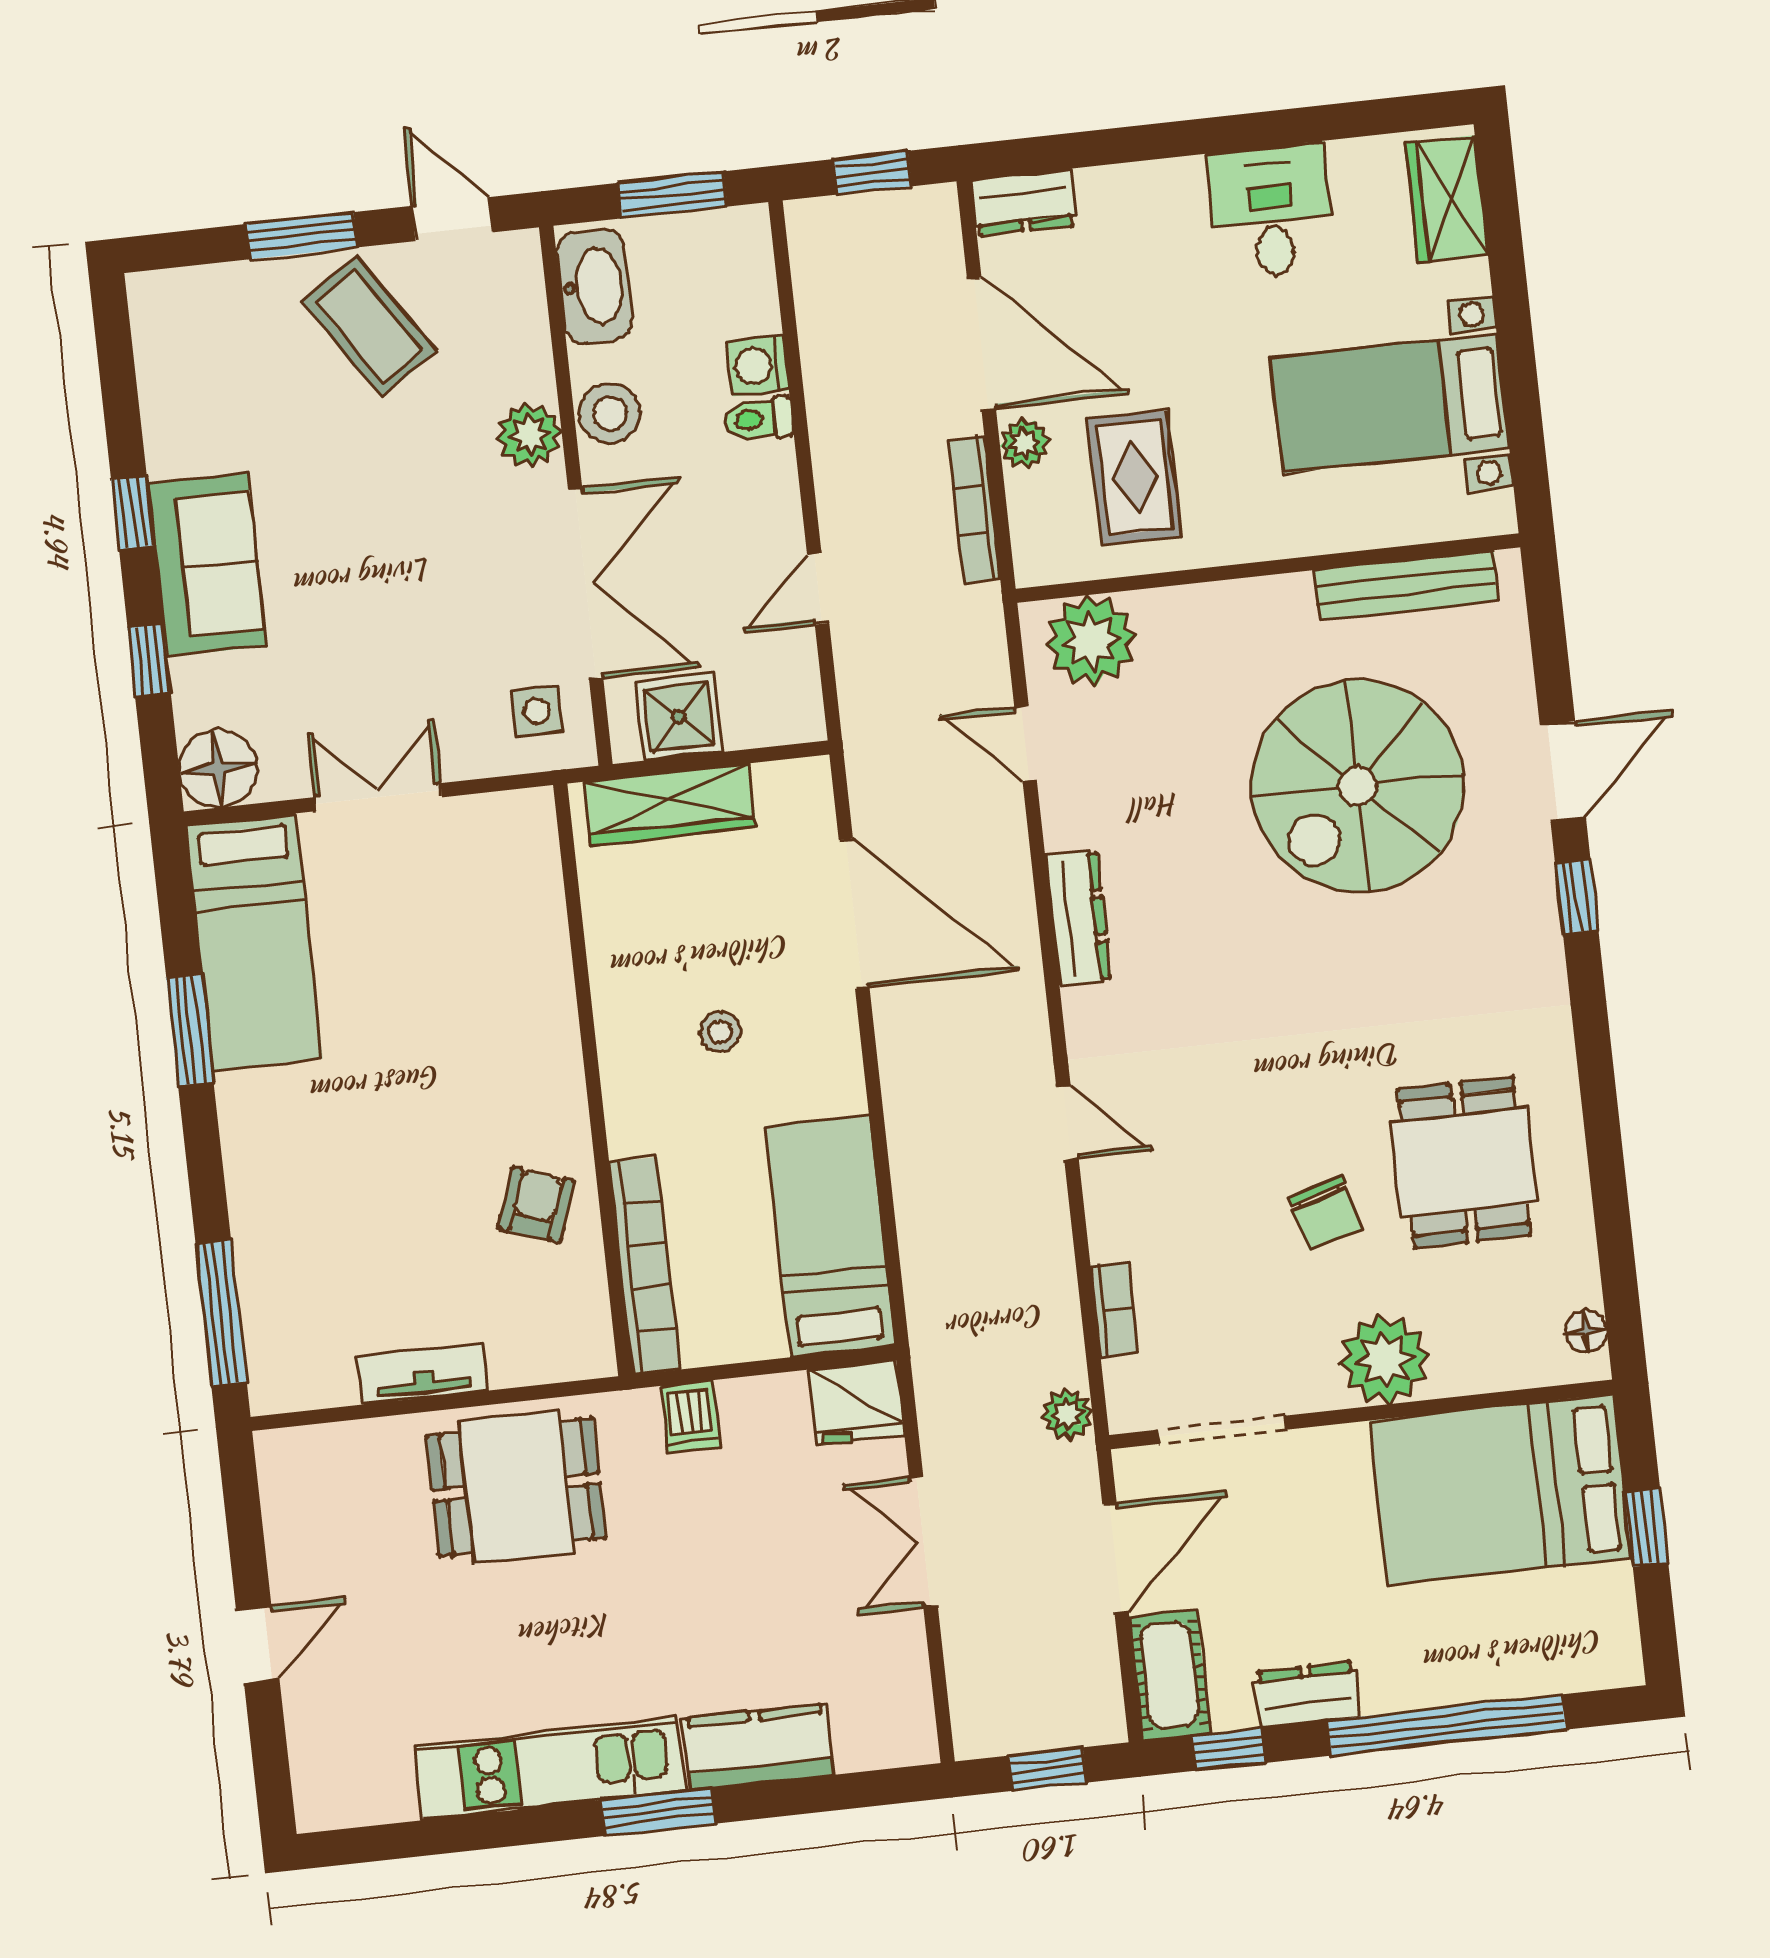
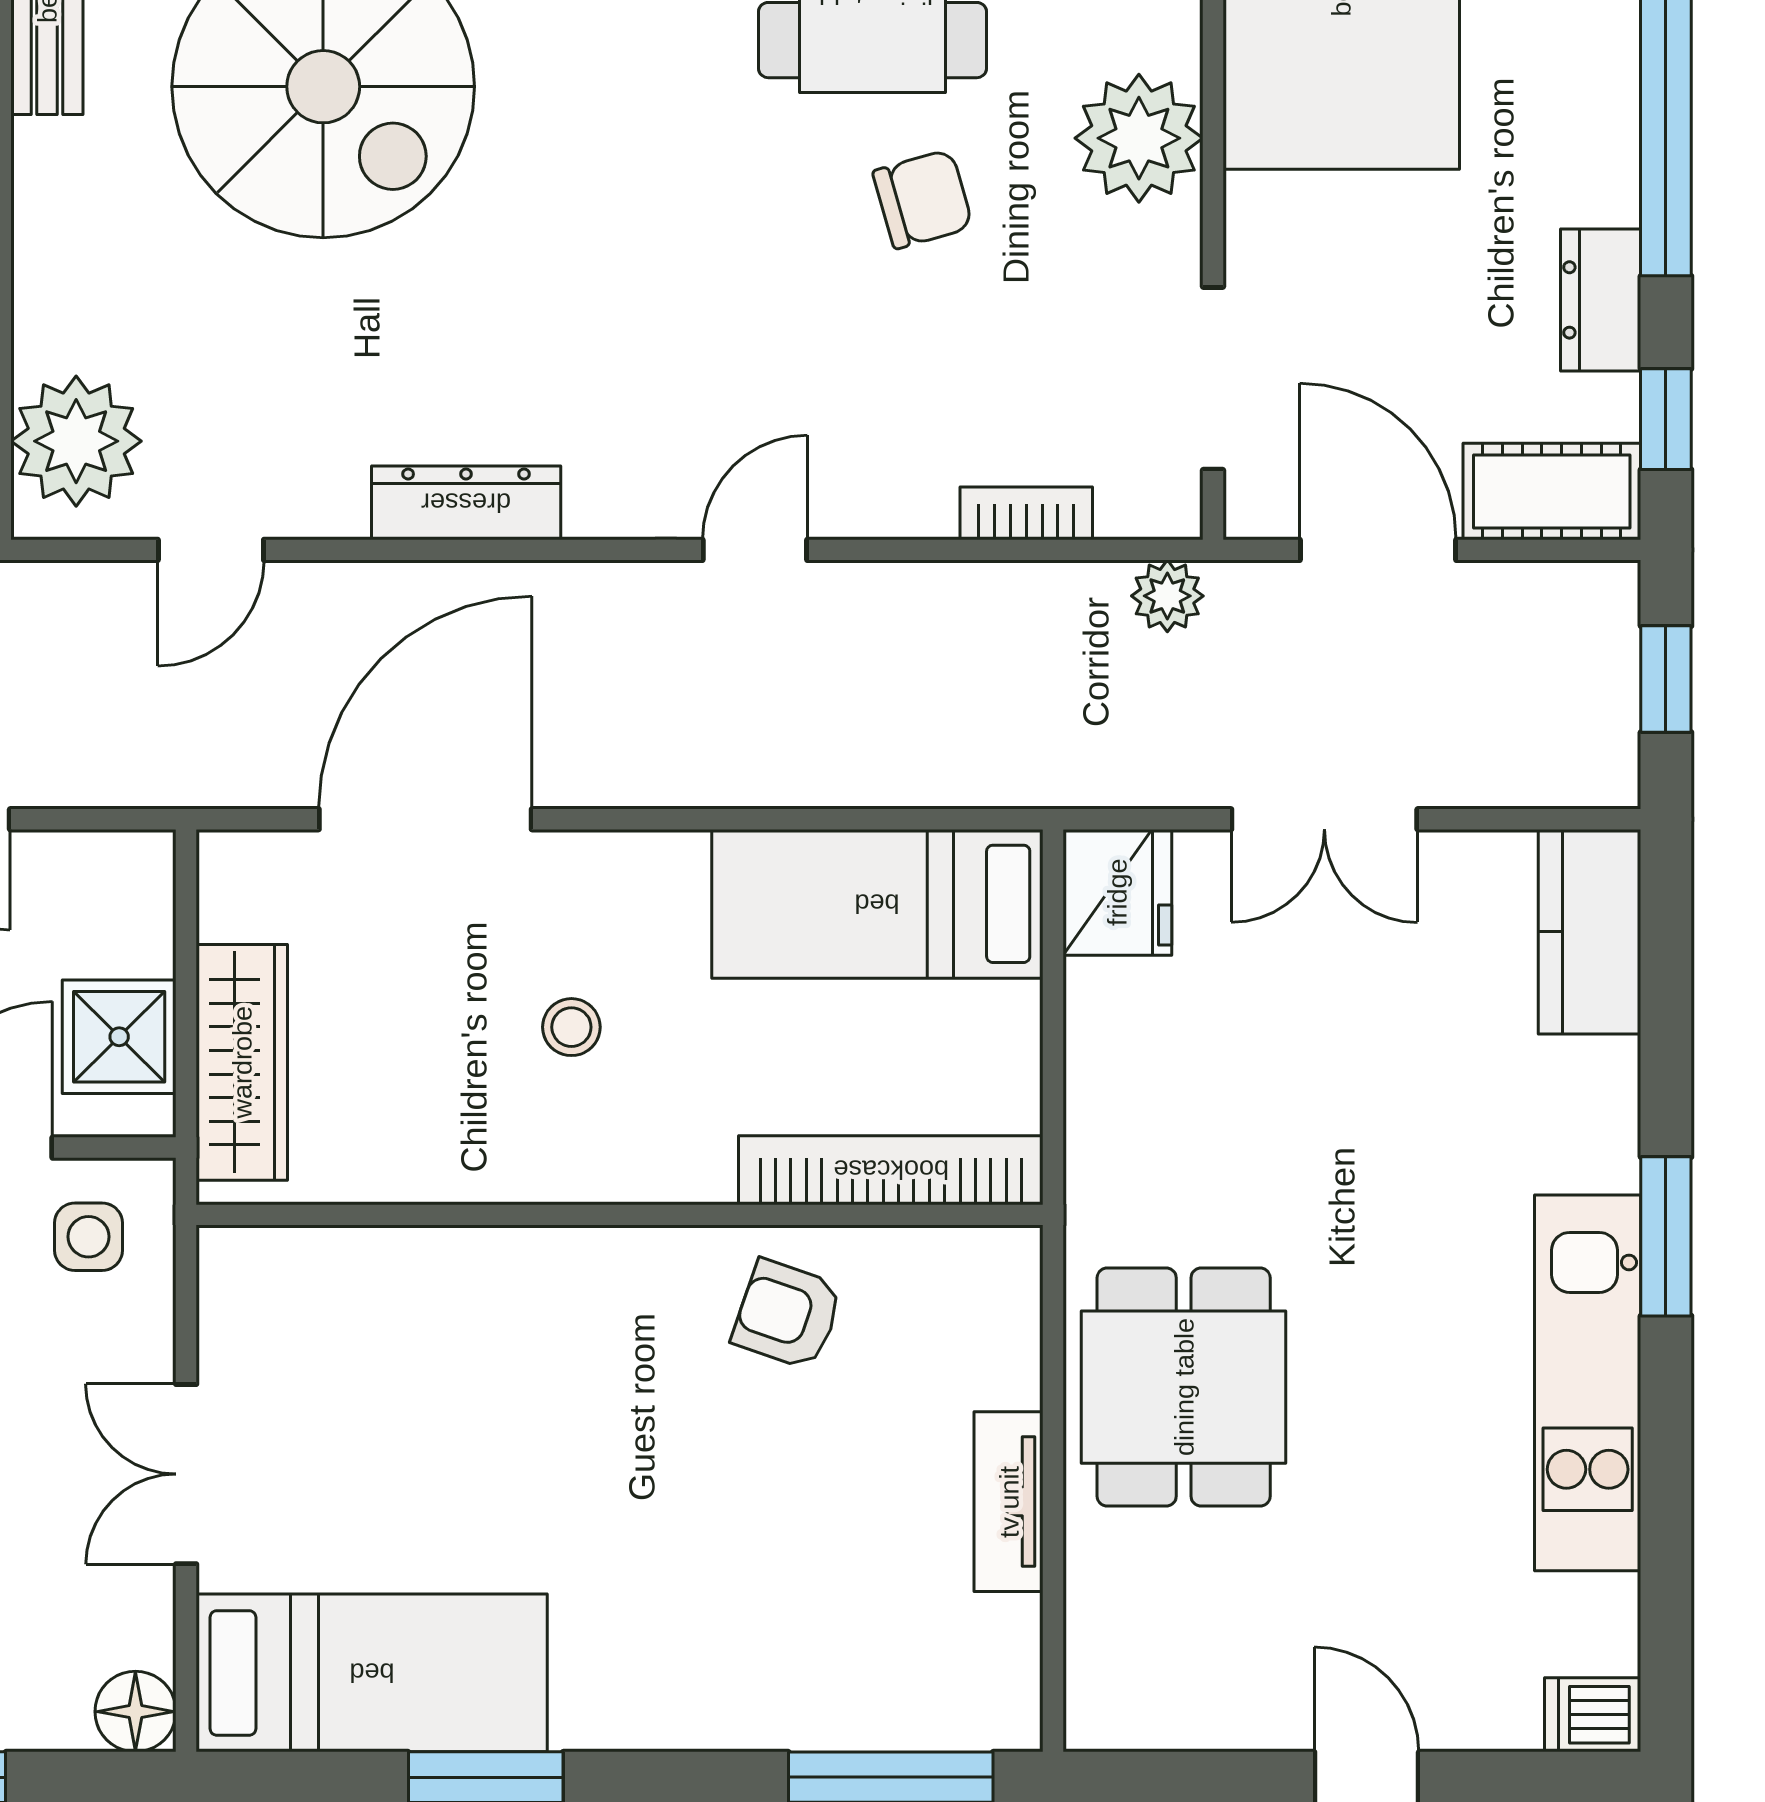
floor lamp: (218, 768) -> (135, 1712), width x0.73, depth x0.73
dishwasher: (690, 1417) -> (1593, 1715), moved, turned 180
kitchen counter: (758, 1747) -> (1589, 932), moved

